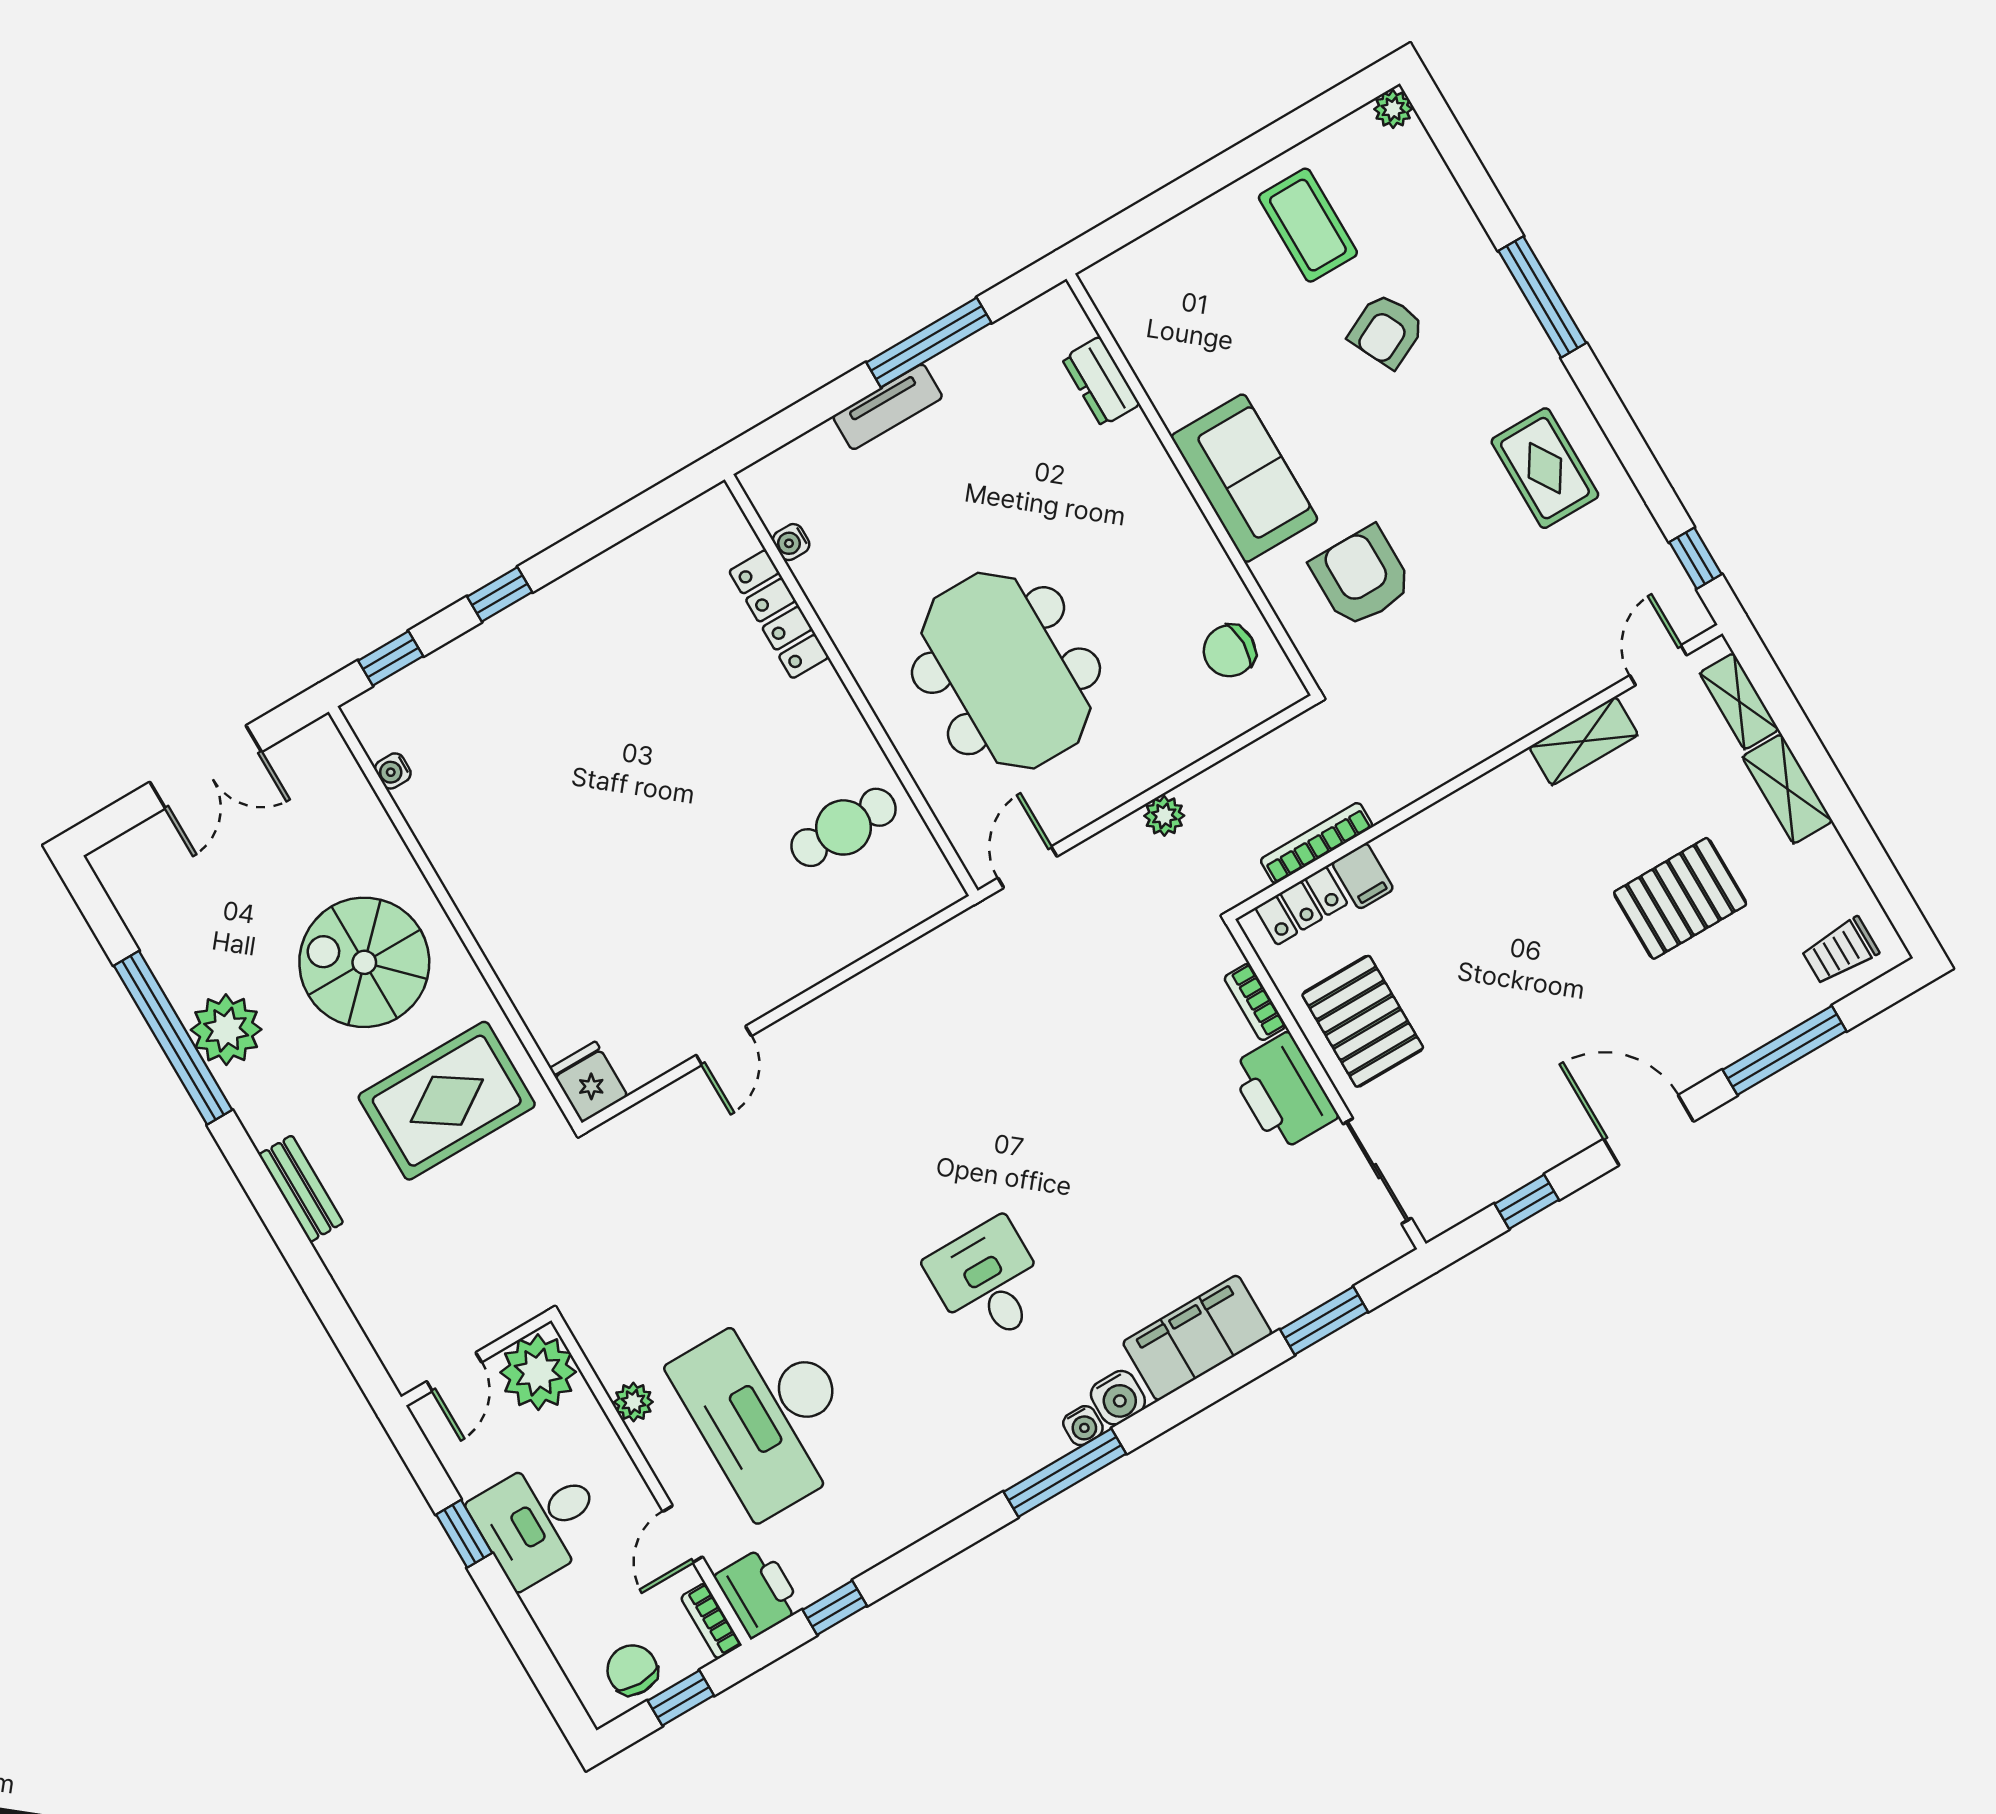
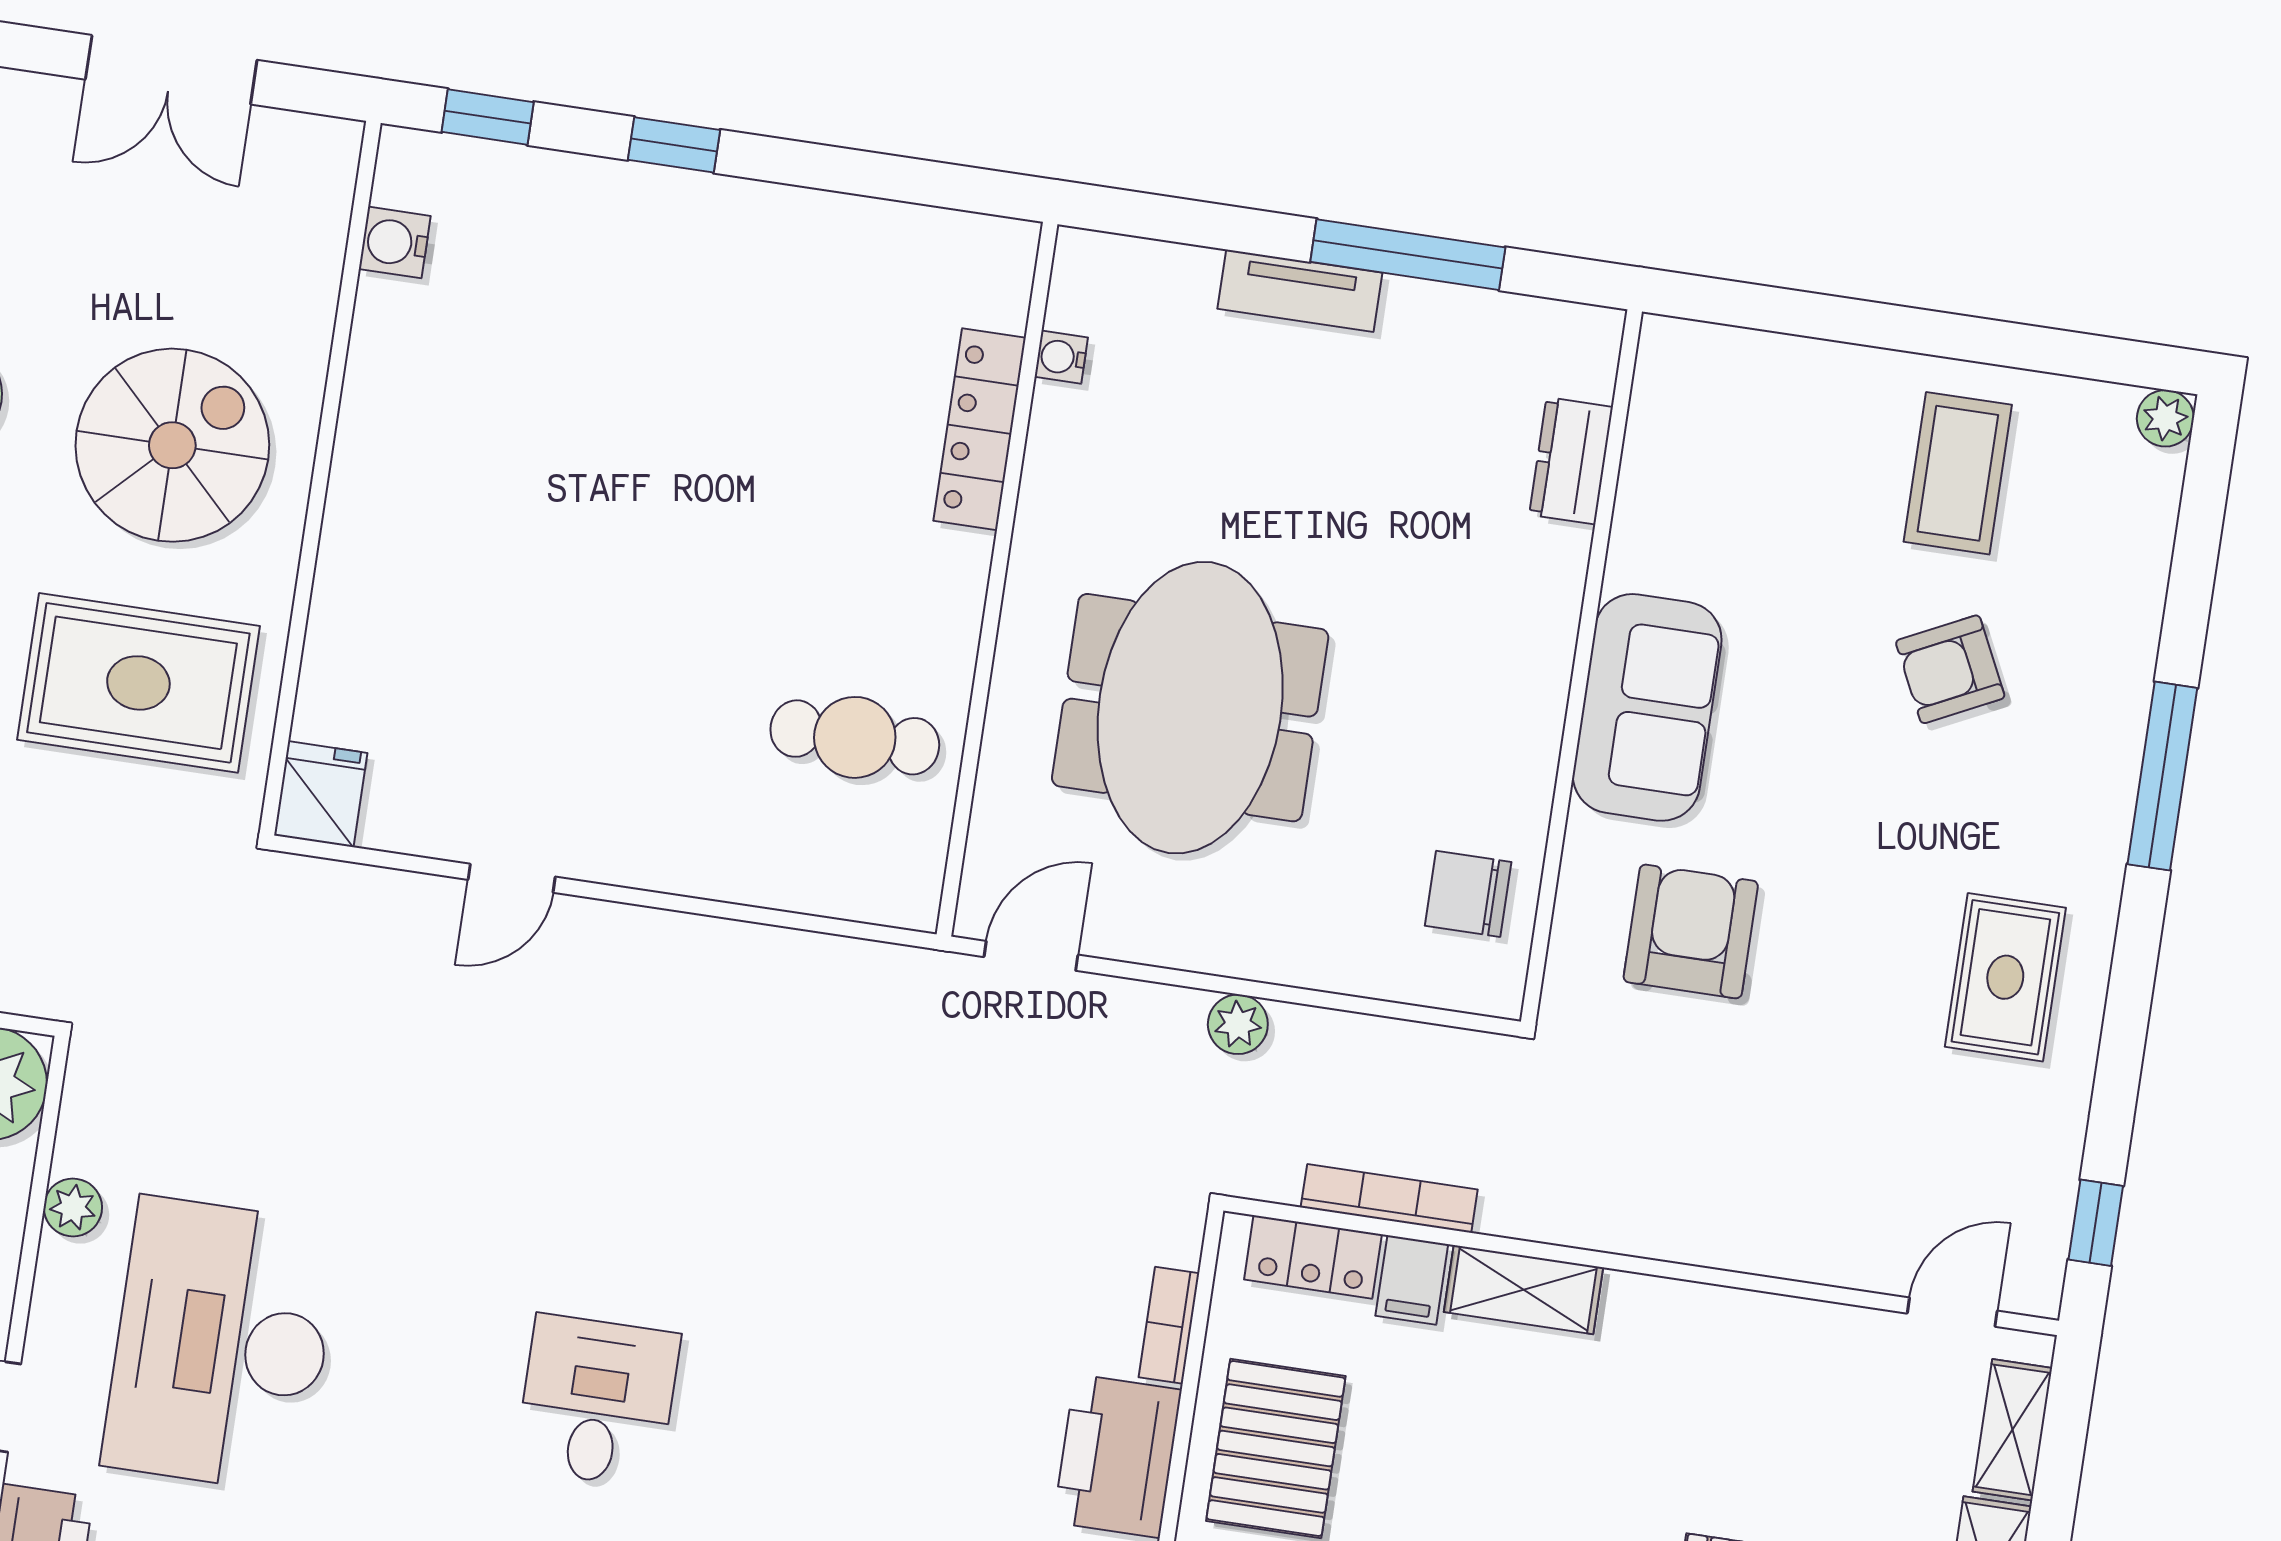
shelving: (1584, 741) -> (1523, 1290), moved
water cooler: (393, 771) -> (395, 242), width x1.38, depth x1.38
spiral stairs: (364, 962) -> (172, 445), turned 90

